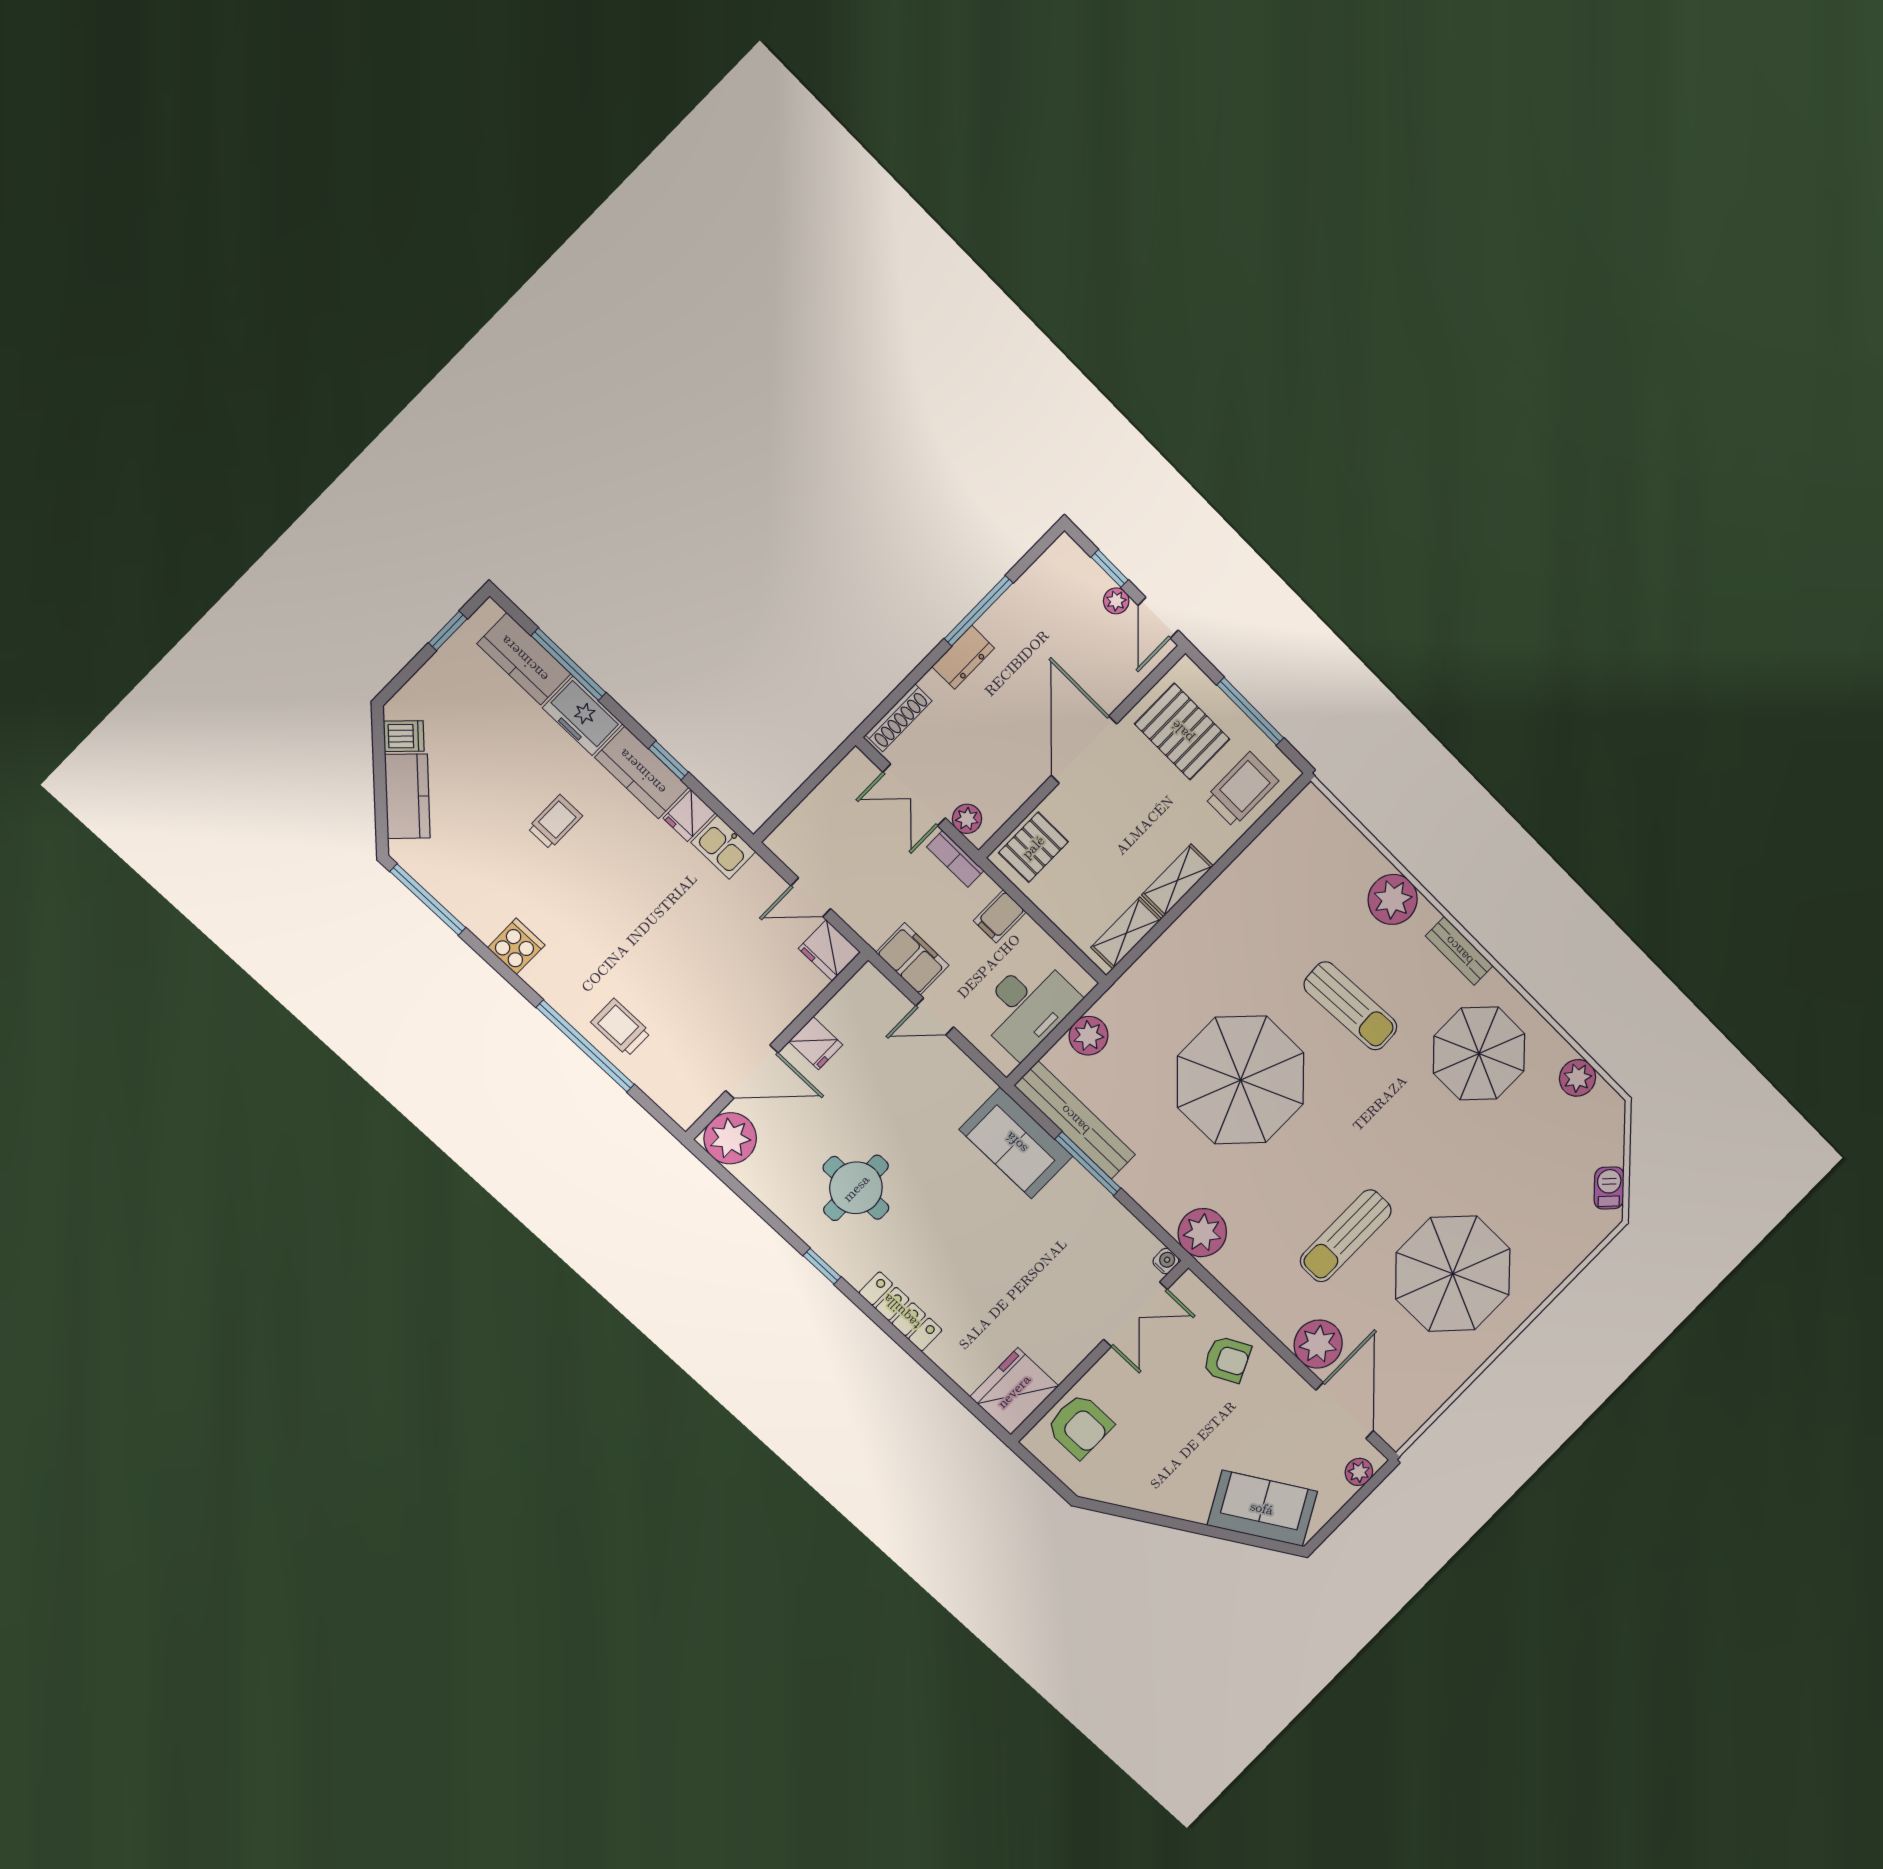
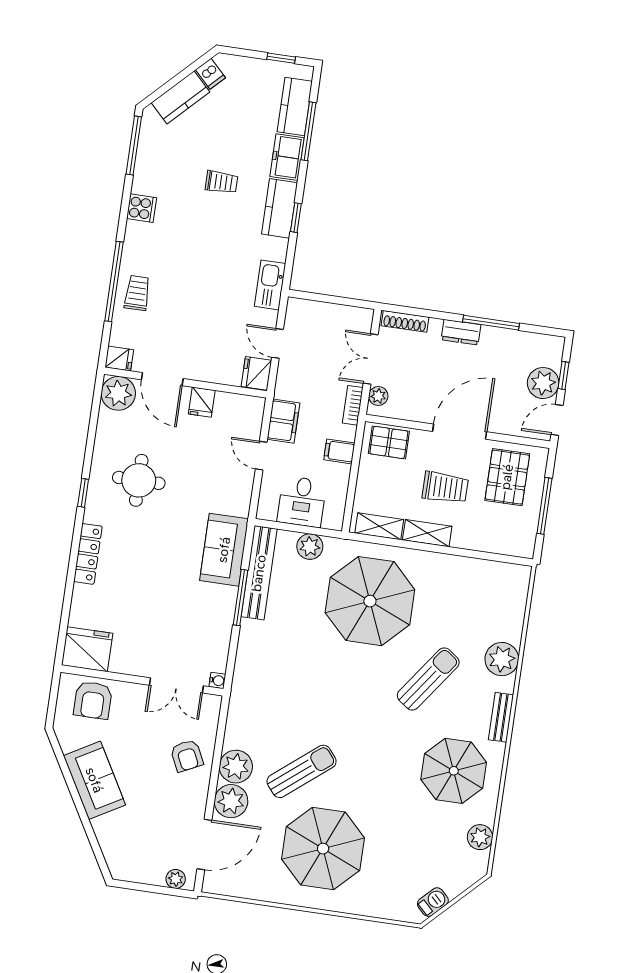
plant: (1116, 601) -> (543, 383), width x1.88, depth x1.88
trolley: (1242, 790) -> (445, 487), moved
fridge: (689, 816) -> (119, 358), moved, turned 180
kitchen sink: (723, 847) -> (270, 285), width x1.38
desk: (1027, 1006) -> (302, 502), width x0.73
sun lounger: (1350, 1006) -> (428, 679), turned -141
parasol: (1241, 1080) -> (370, 601), moved
plant: (1202, 1233) -> (236, 767), moved
sun lounger: (1346, 1236) -> (302, 771), turned 141
sofa: (1262, 1508) -> (94, 780), moved

